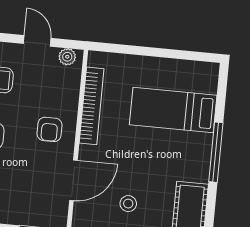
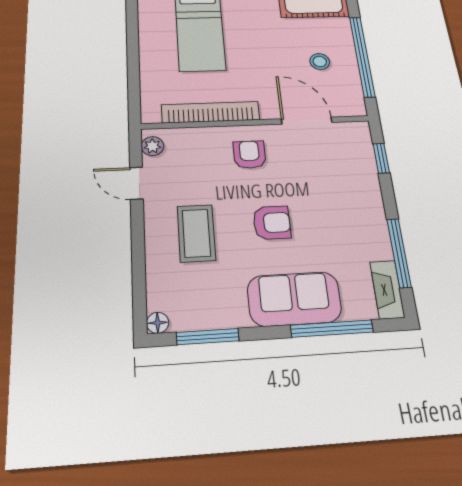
door: (37, 41) -> (136, 183), hinge flipped
armchair: (49, 129) -> (249, 155), turned -90

